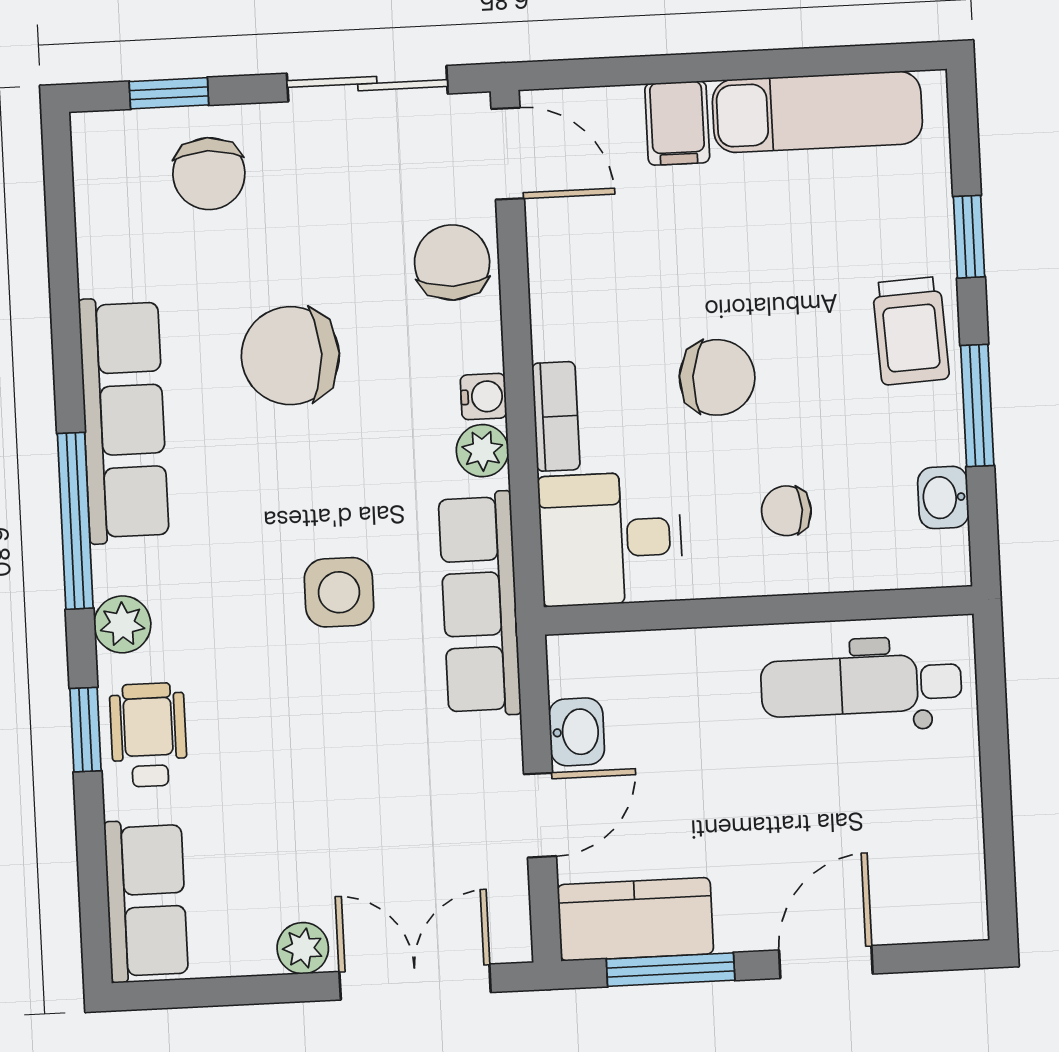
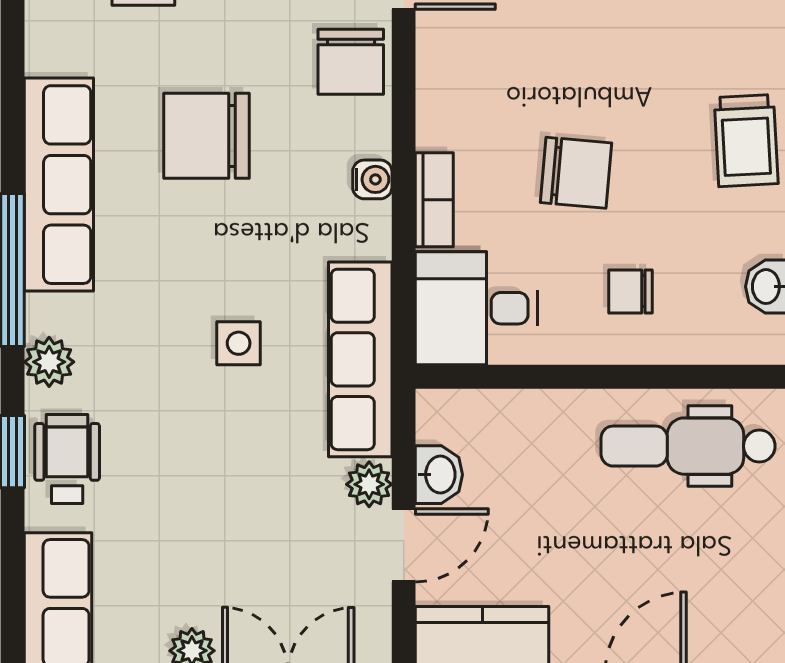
chair: (452, 262) -> (351, 62), turned 180
plant: (482, 451) -> (369, 484), moved
side table: (339, 592) -> (239, 343), width x0.73, depth x0.73

